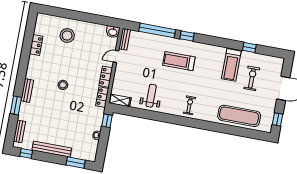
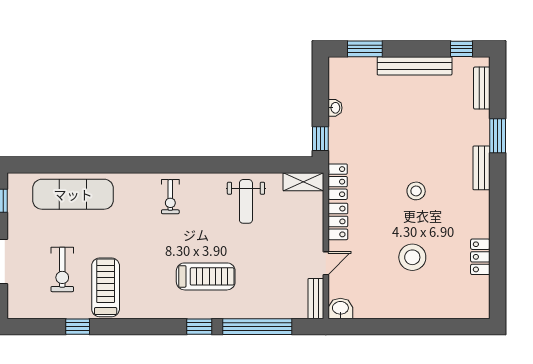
stool: (67, 36) -> (412, 257), moved

